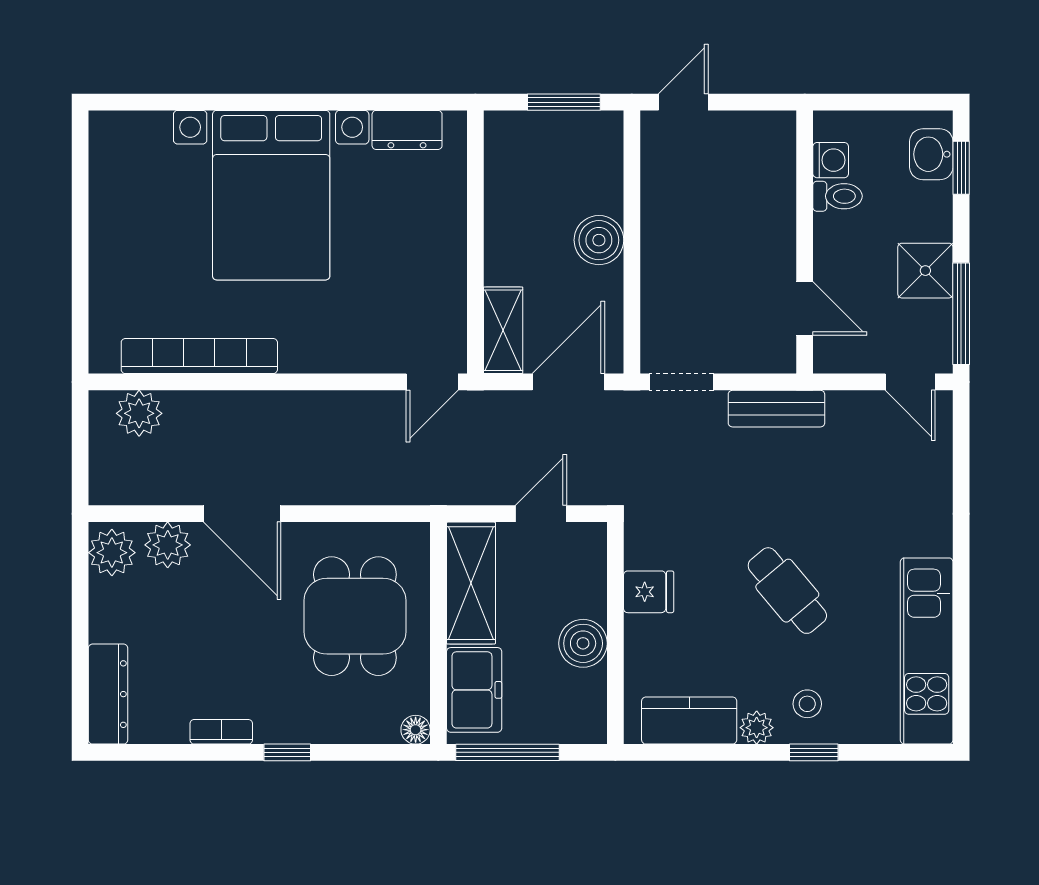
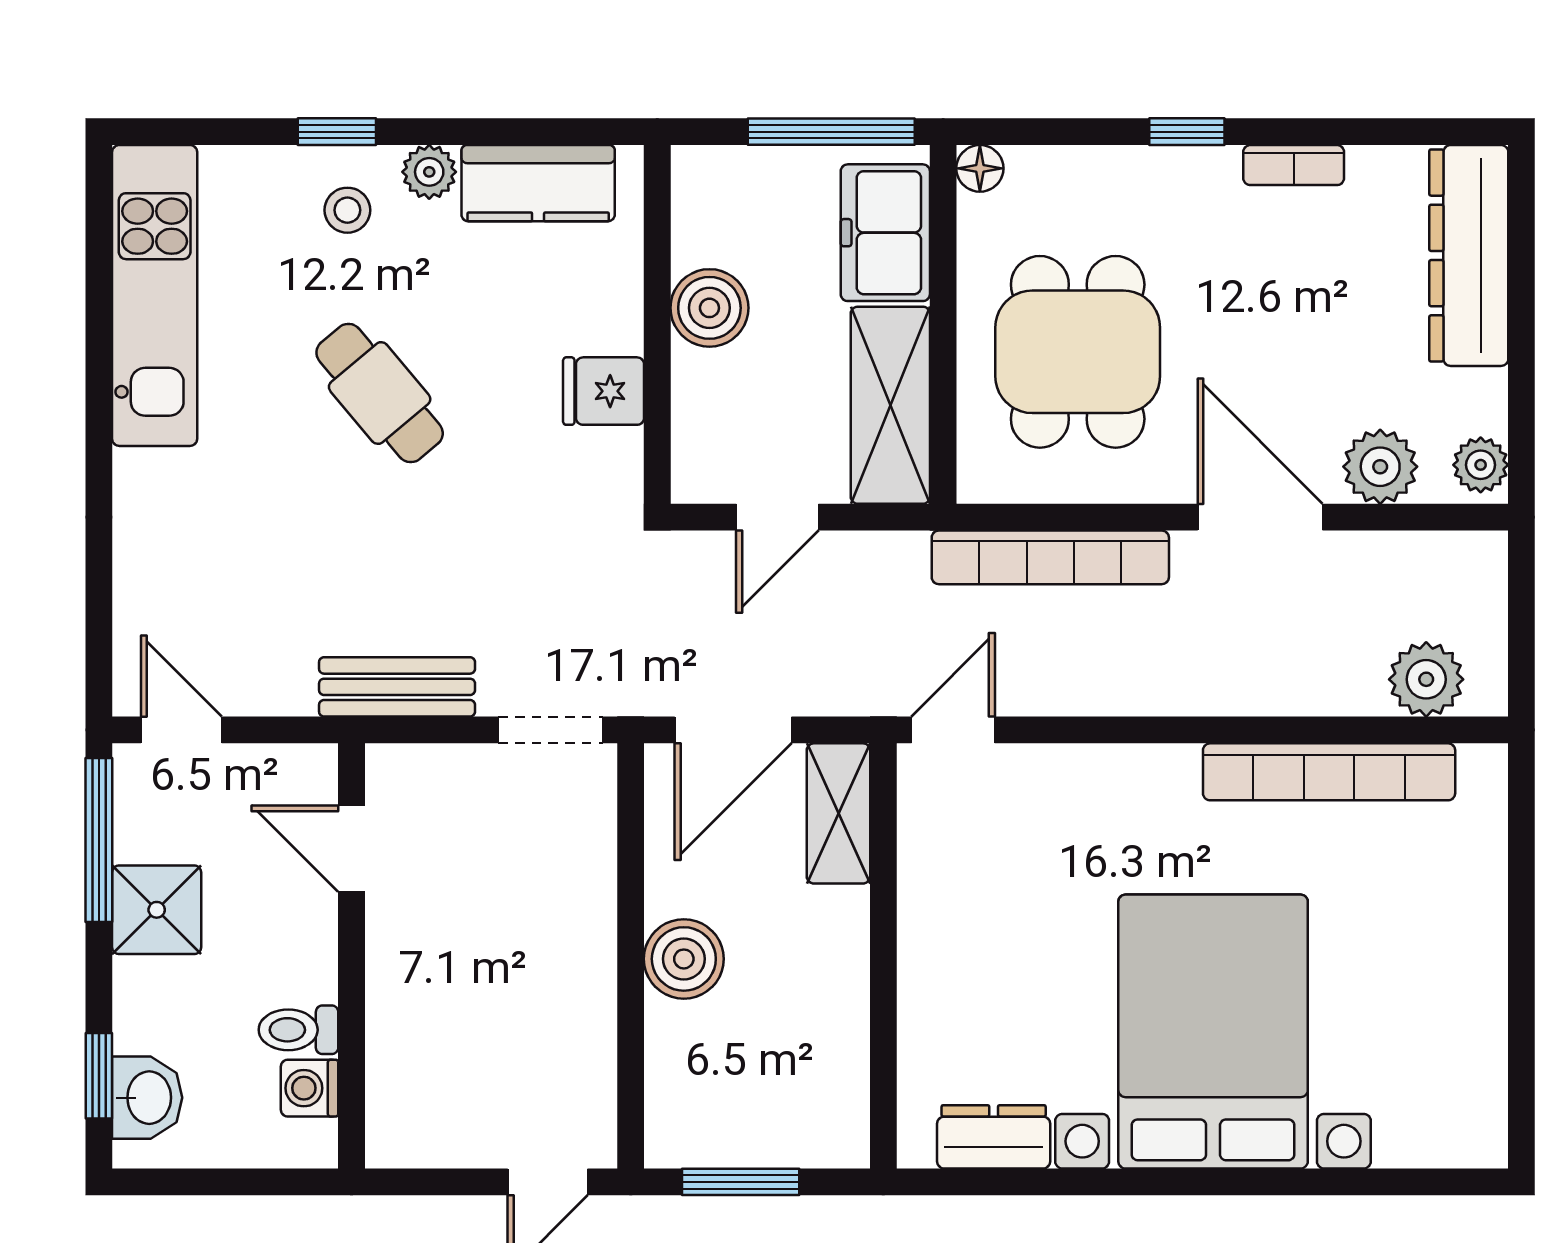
bookcase: (372, 489) -> (1050, 557), added
plant: (112, 553) -> (1481, 465), width x0.73, depth x0.73
dresser: (108, 694) -> (1469, 255), width x1.37, depth x1.24

